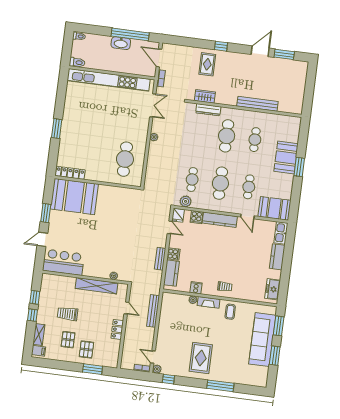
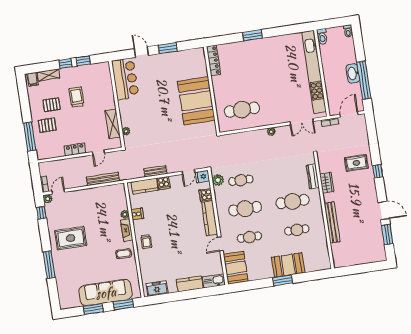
wardrobe: (205, 96) -> (327, 183), moved
booth: (74, 196) -> (196, 101), moved
shelving: (97, 286) -> (113, 124), width x0.68
window: (93, 369) -> (30, 137), width x1.44

